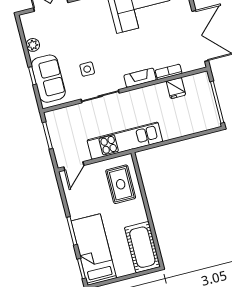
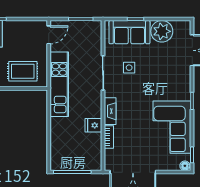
plant: (33, 45) -> (162, 31), width x1.87, depth x1.87
fridge: (176, 88) -> (93, 125), moved
door: (74, 166) -> (49, 35), swing flipped

